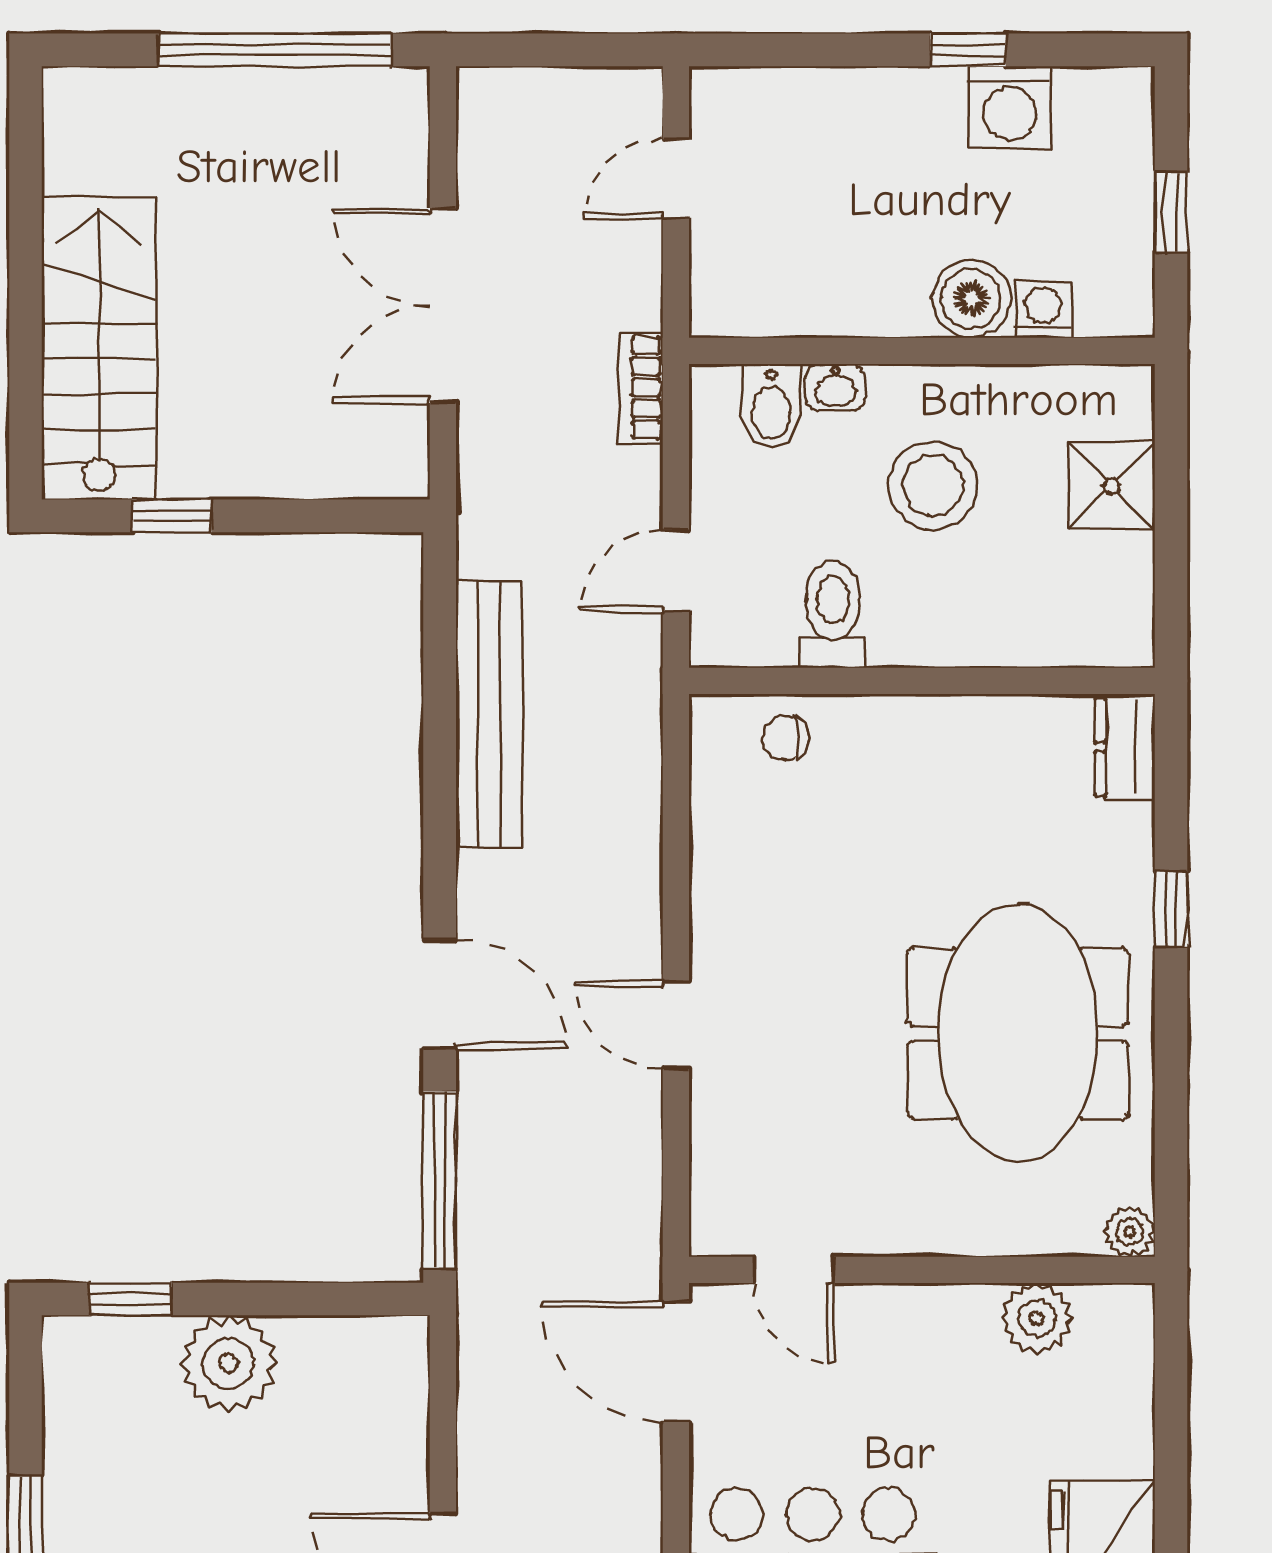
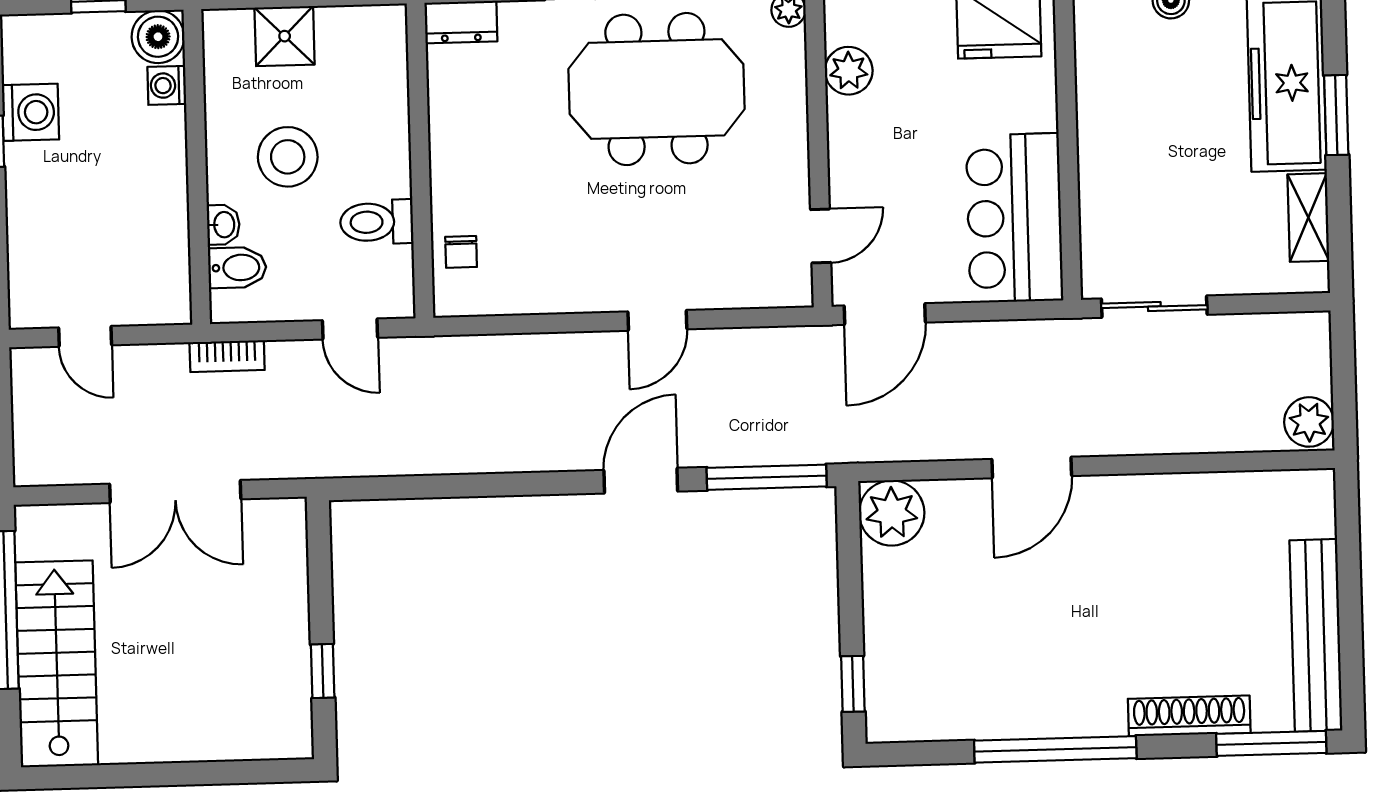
boiler: (971, 299) -> (158, 37), moved
stairs: (99, 348) -> (57, 664), moved, turned 90
bench: (489, 715) -> (451, 453), removed
plant: (229, 1364) -> (892, 513), moved

